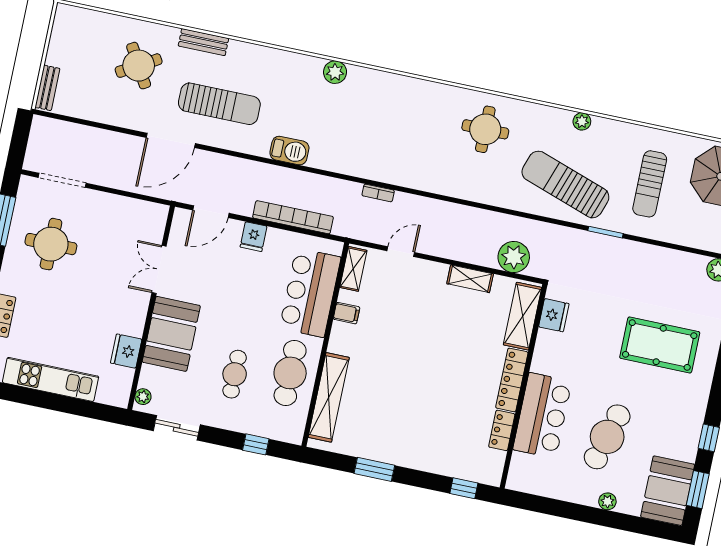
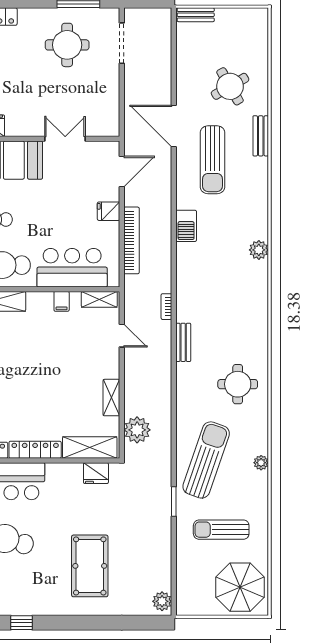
bench: (424, 182) -> (183, 342), added
door: (211, 212) -> (122, 171), swing flipped

